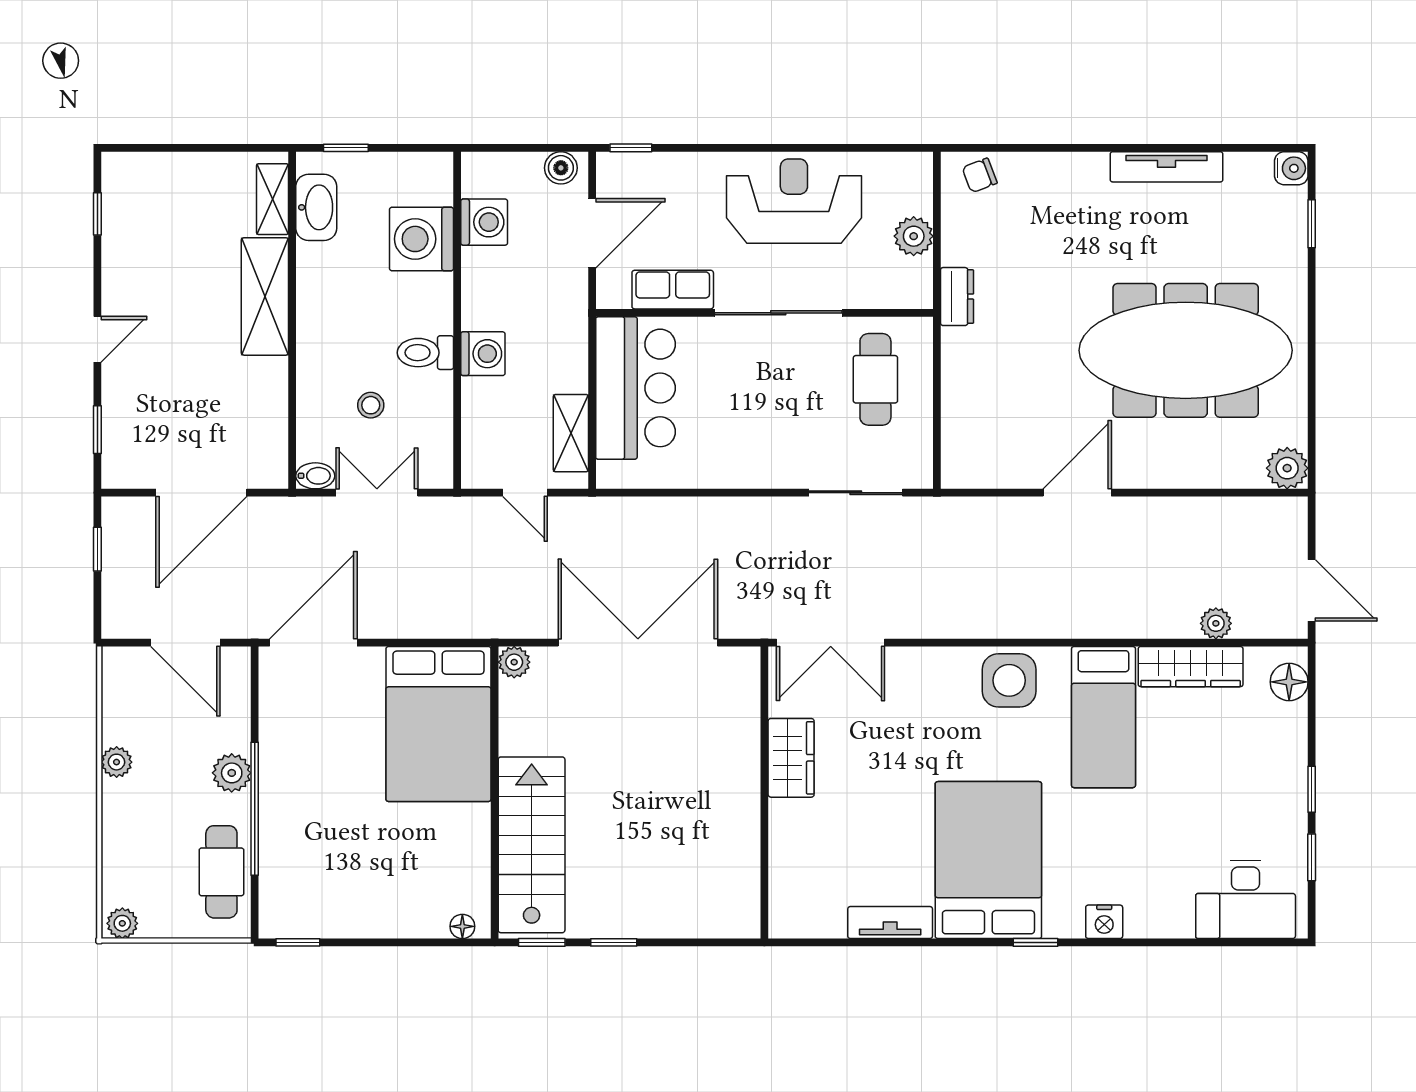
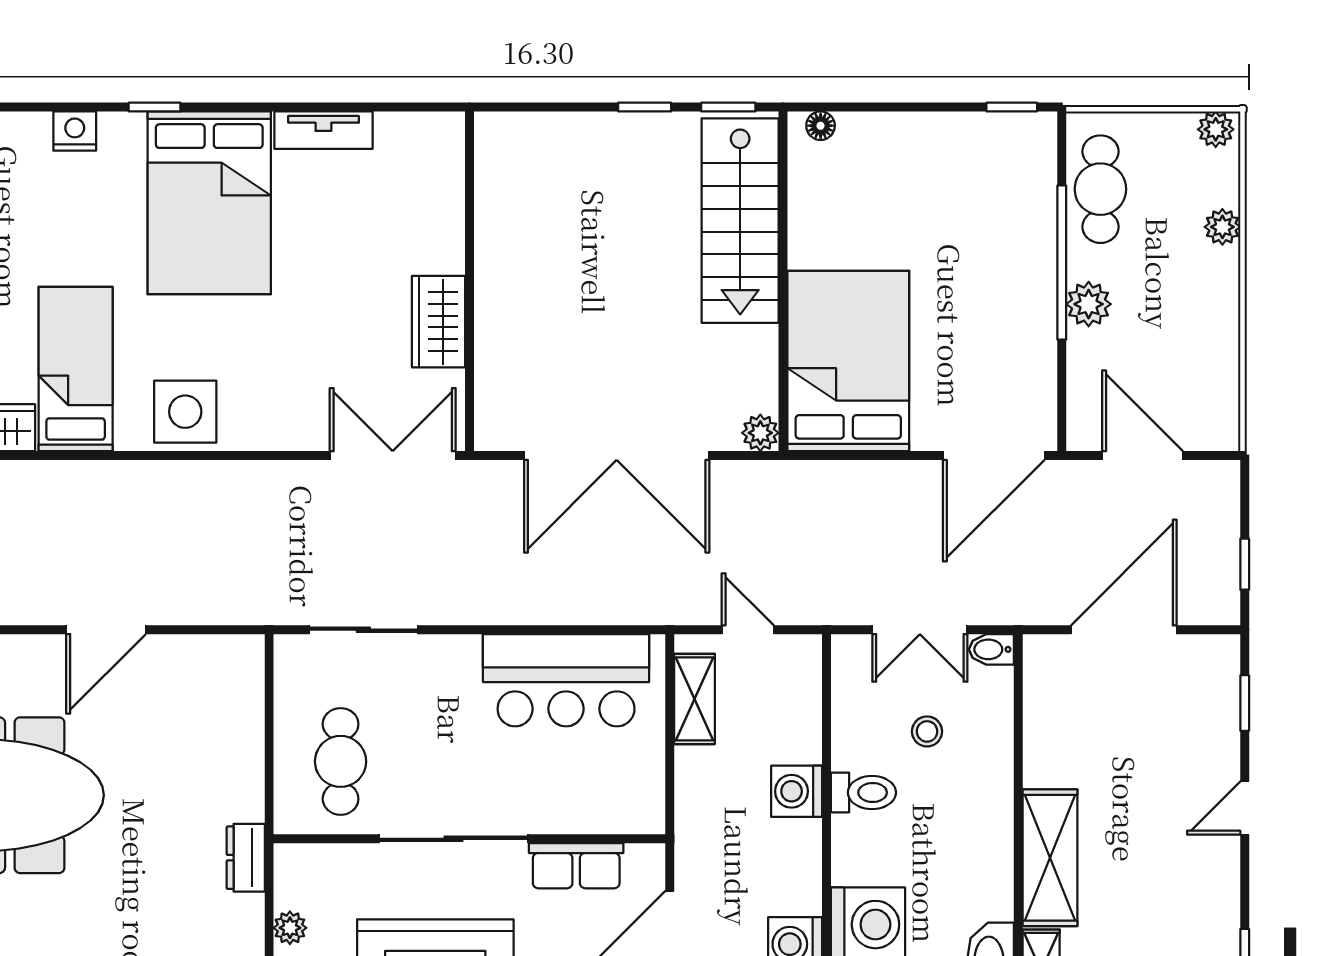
plant: (914, 236) -> (290, 928), width x0.73, depth x0.73
bar counter: (636, 388) -> (566, 680), moved, turned -90
plant: (117, 762) -> (1222, 227), moved

